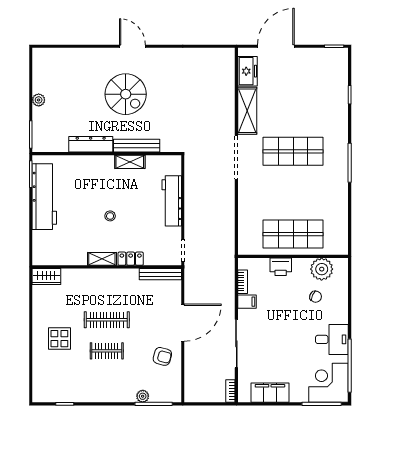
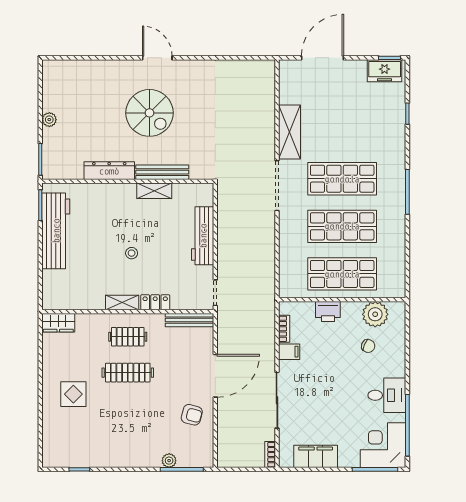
freezer: (248, 71) -> (385, 71), moved, turned 90
shop shelf: (293, 193) -> (342, 226), added
clothes rail: (107, 351) -> (128, 337), moved

